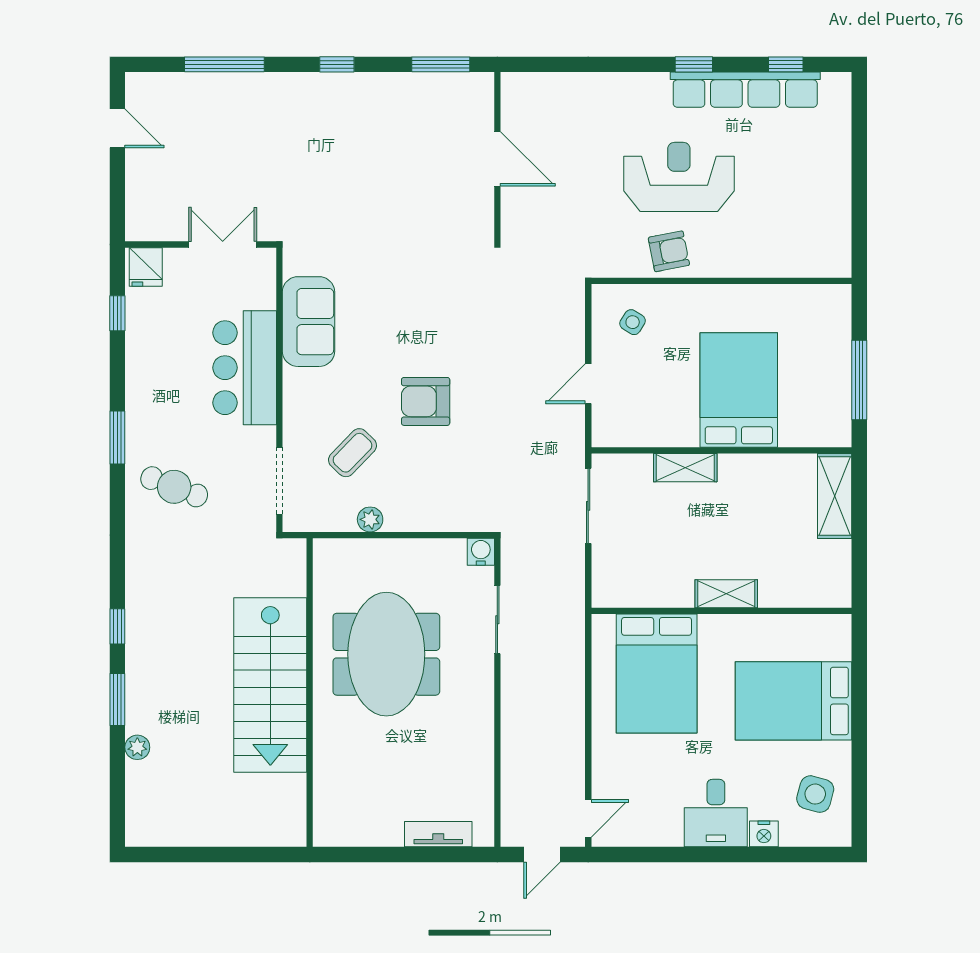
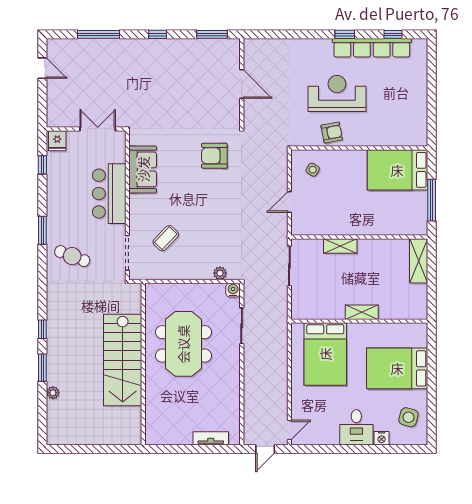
bed: (739, 390) -> (397, 170), moved, turned -90
armchair: (426, 401) -> (214, 156), moved
plant: (370, 519) -> (220, 273), moved

